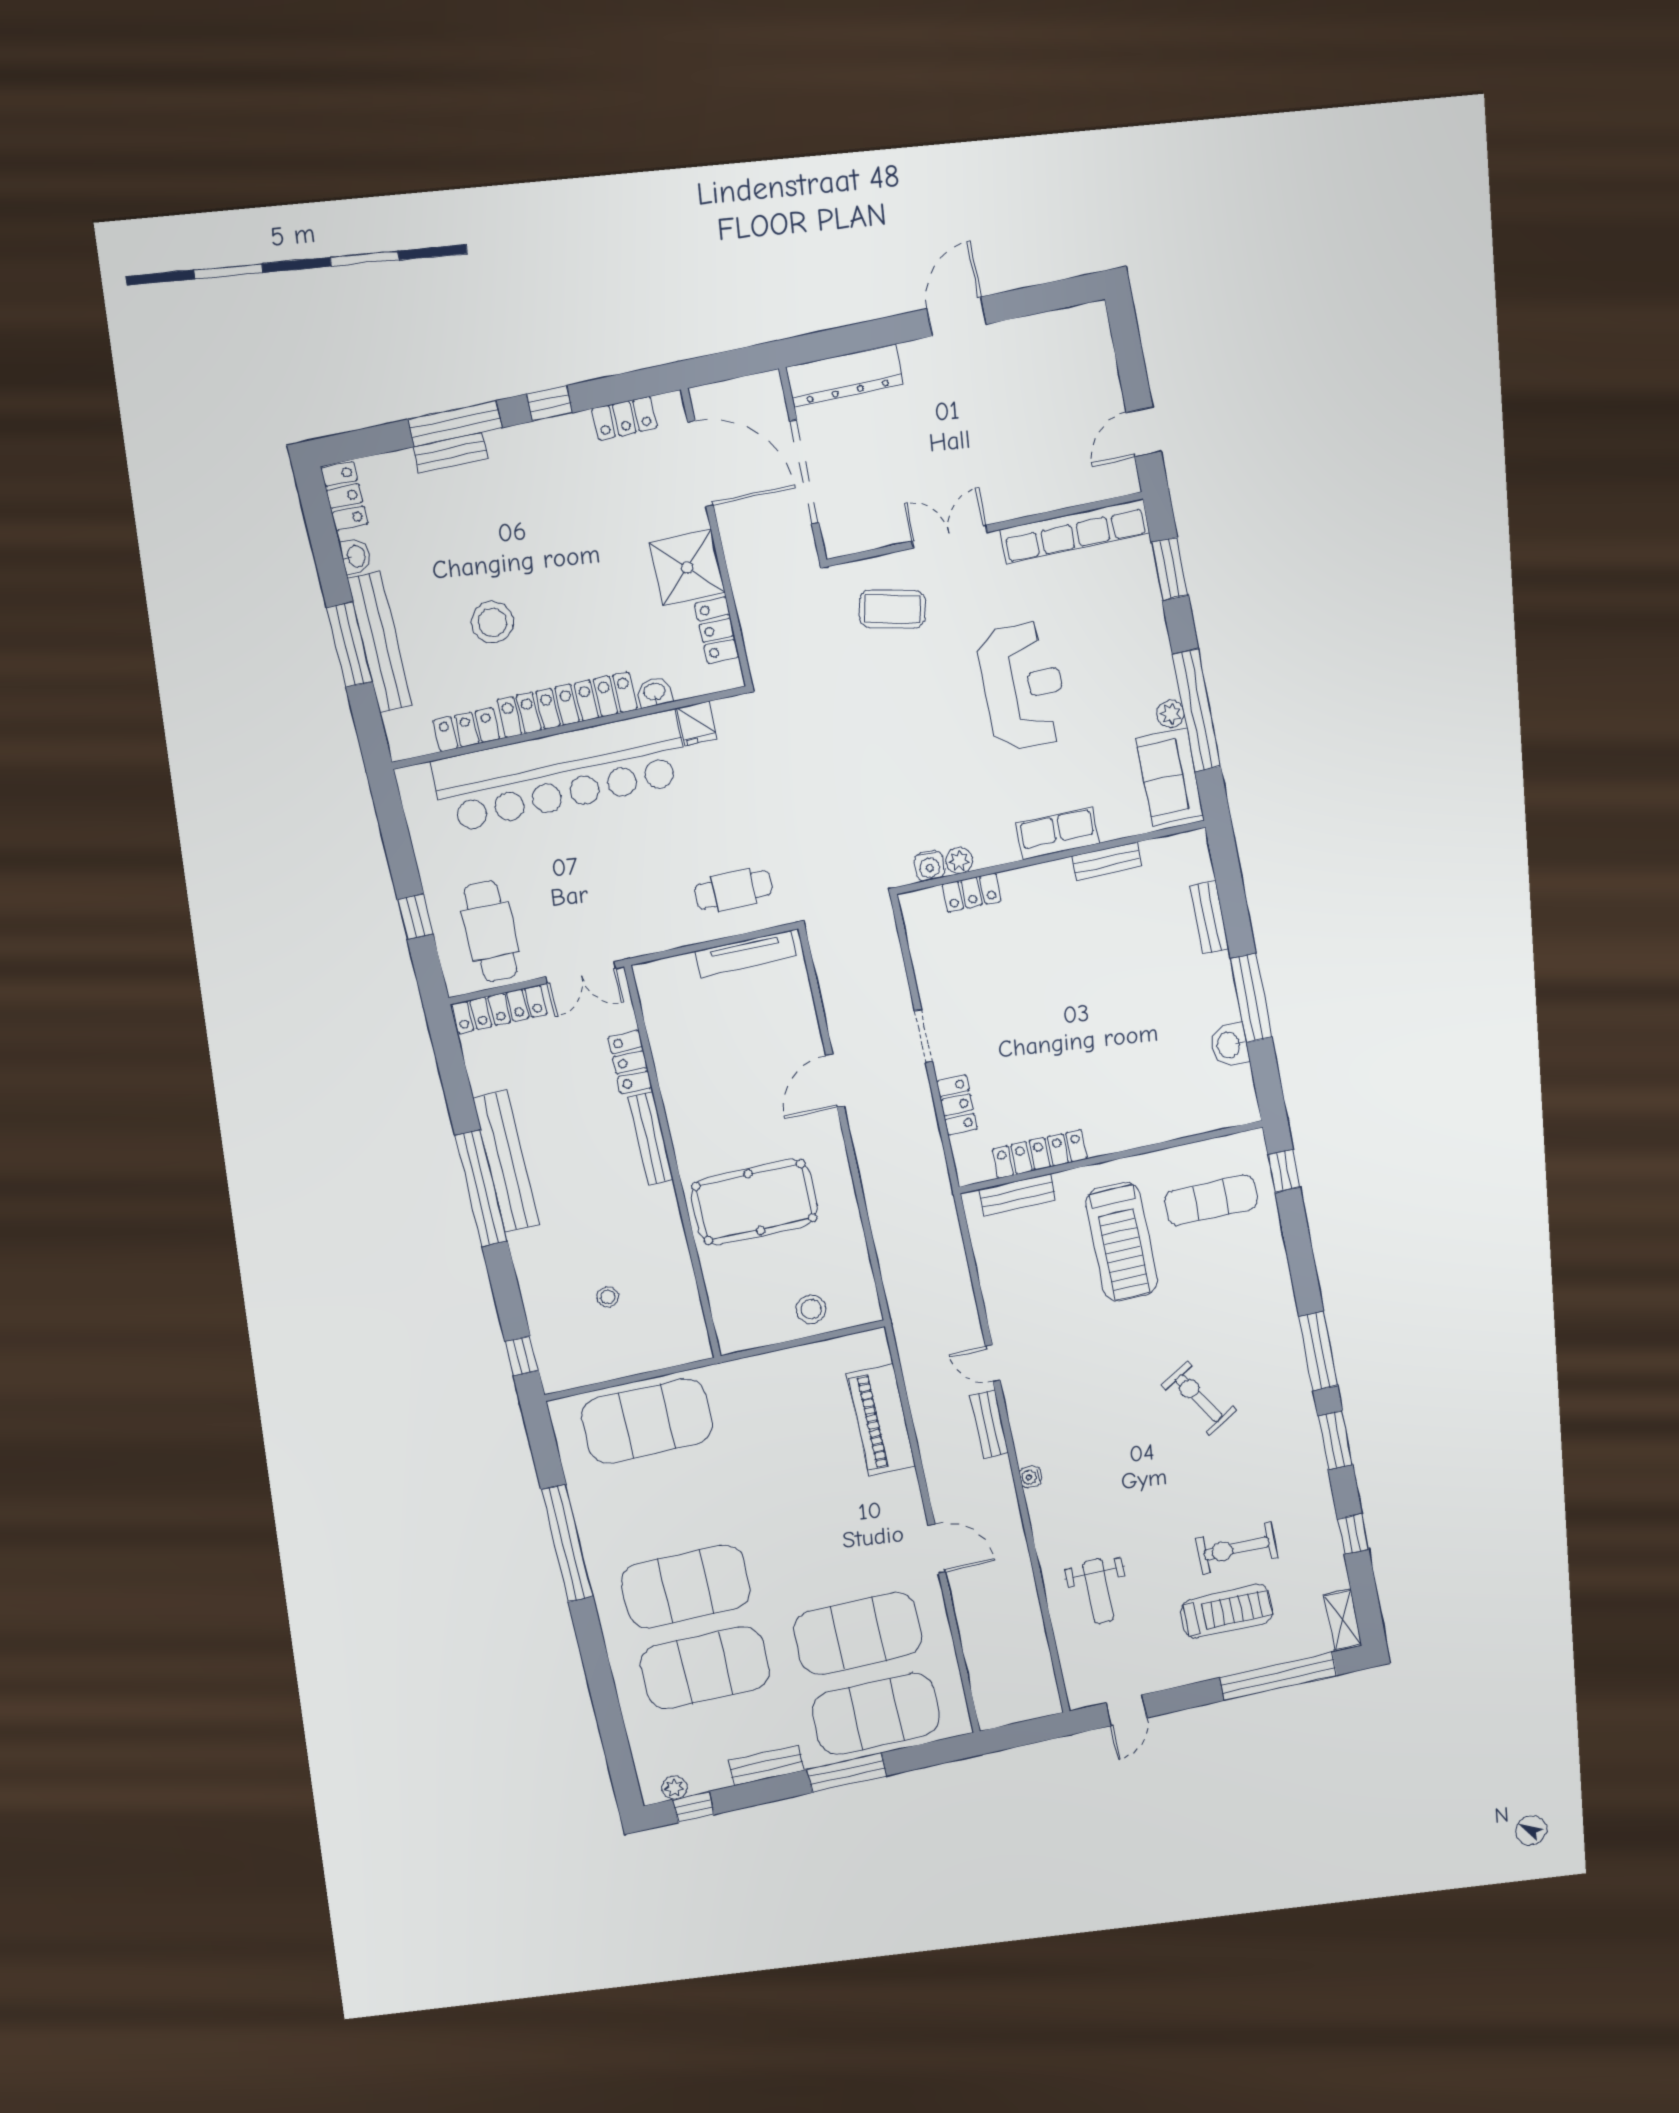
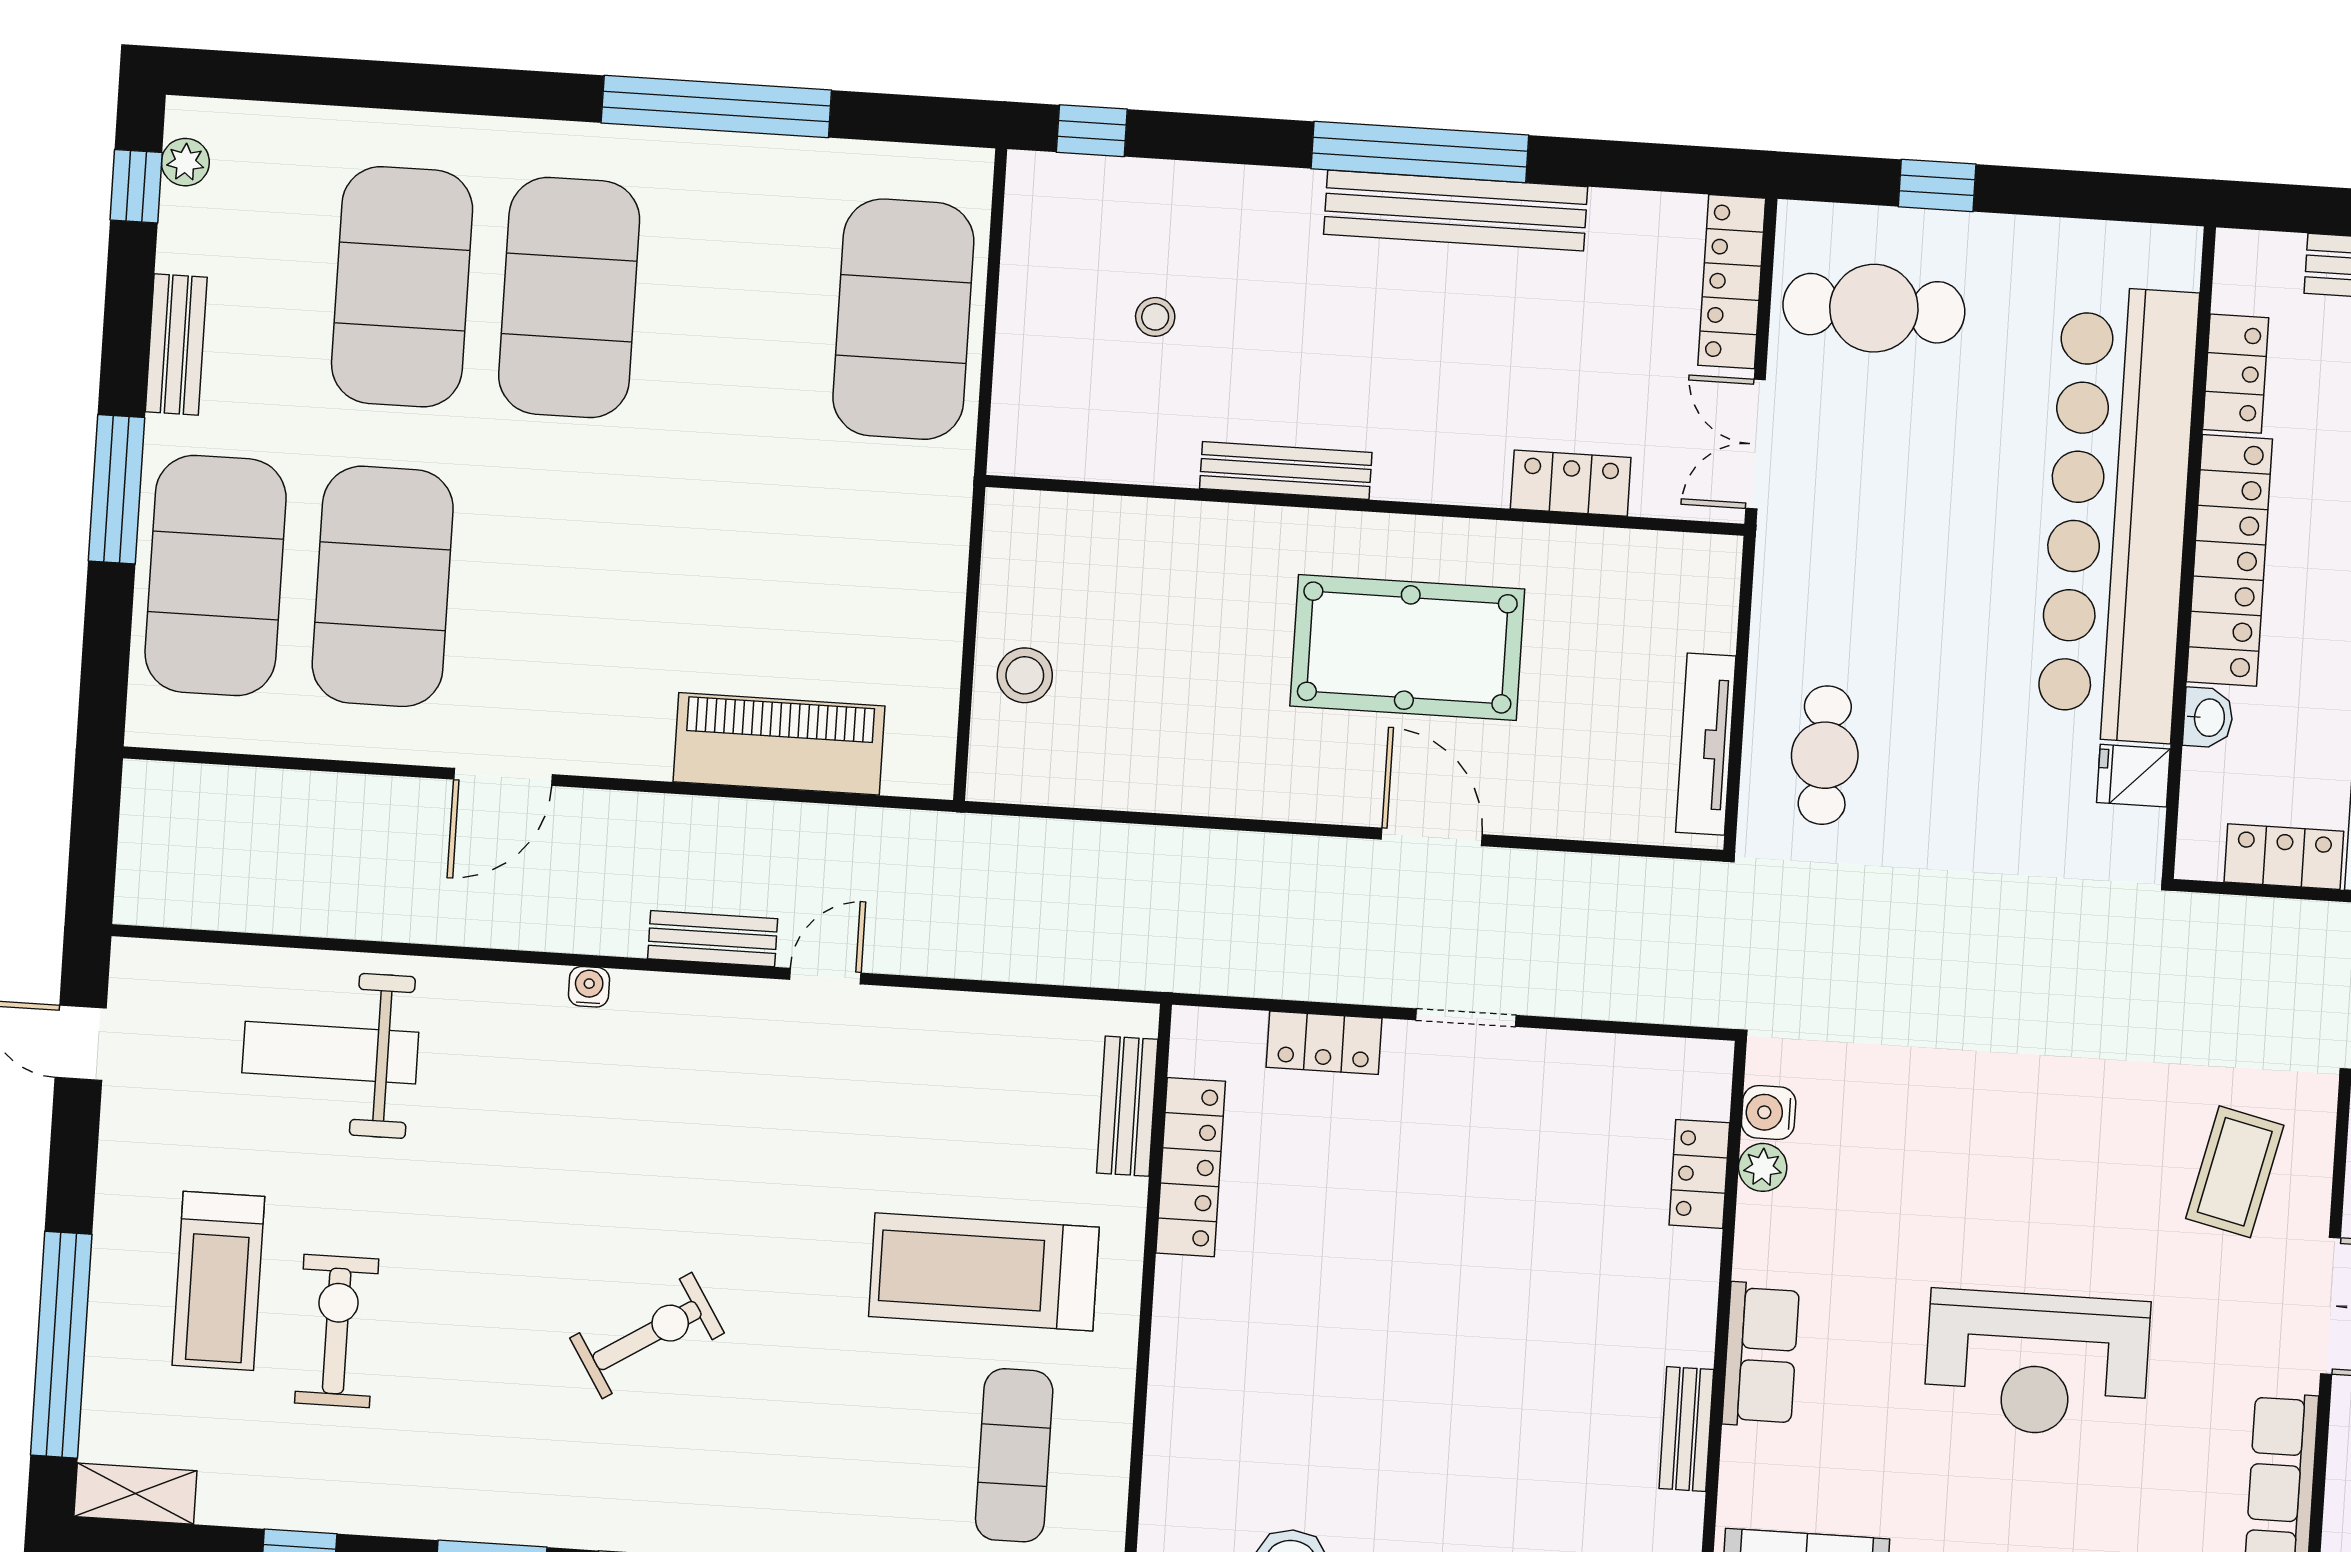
bench: (651, 1138) -> (1286, 471), moved
pool table: (754, 1202) -> (1407, 648), moved, turned 90
weight bench: (1098, 1591) -> (330, 1053), width x1.36, depth x1.33

